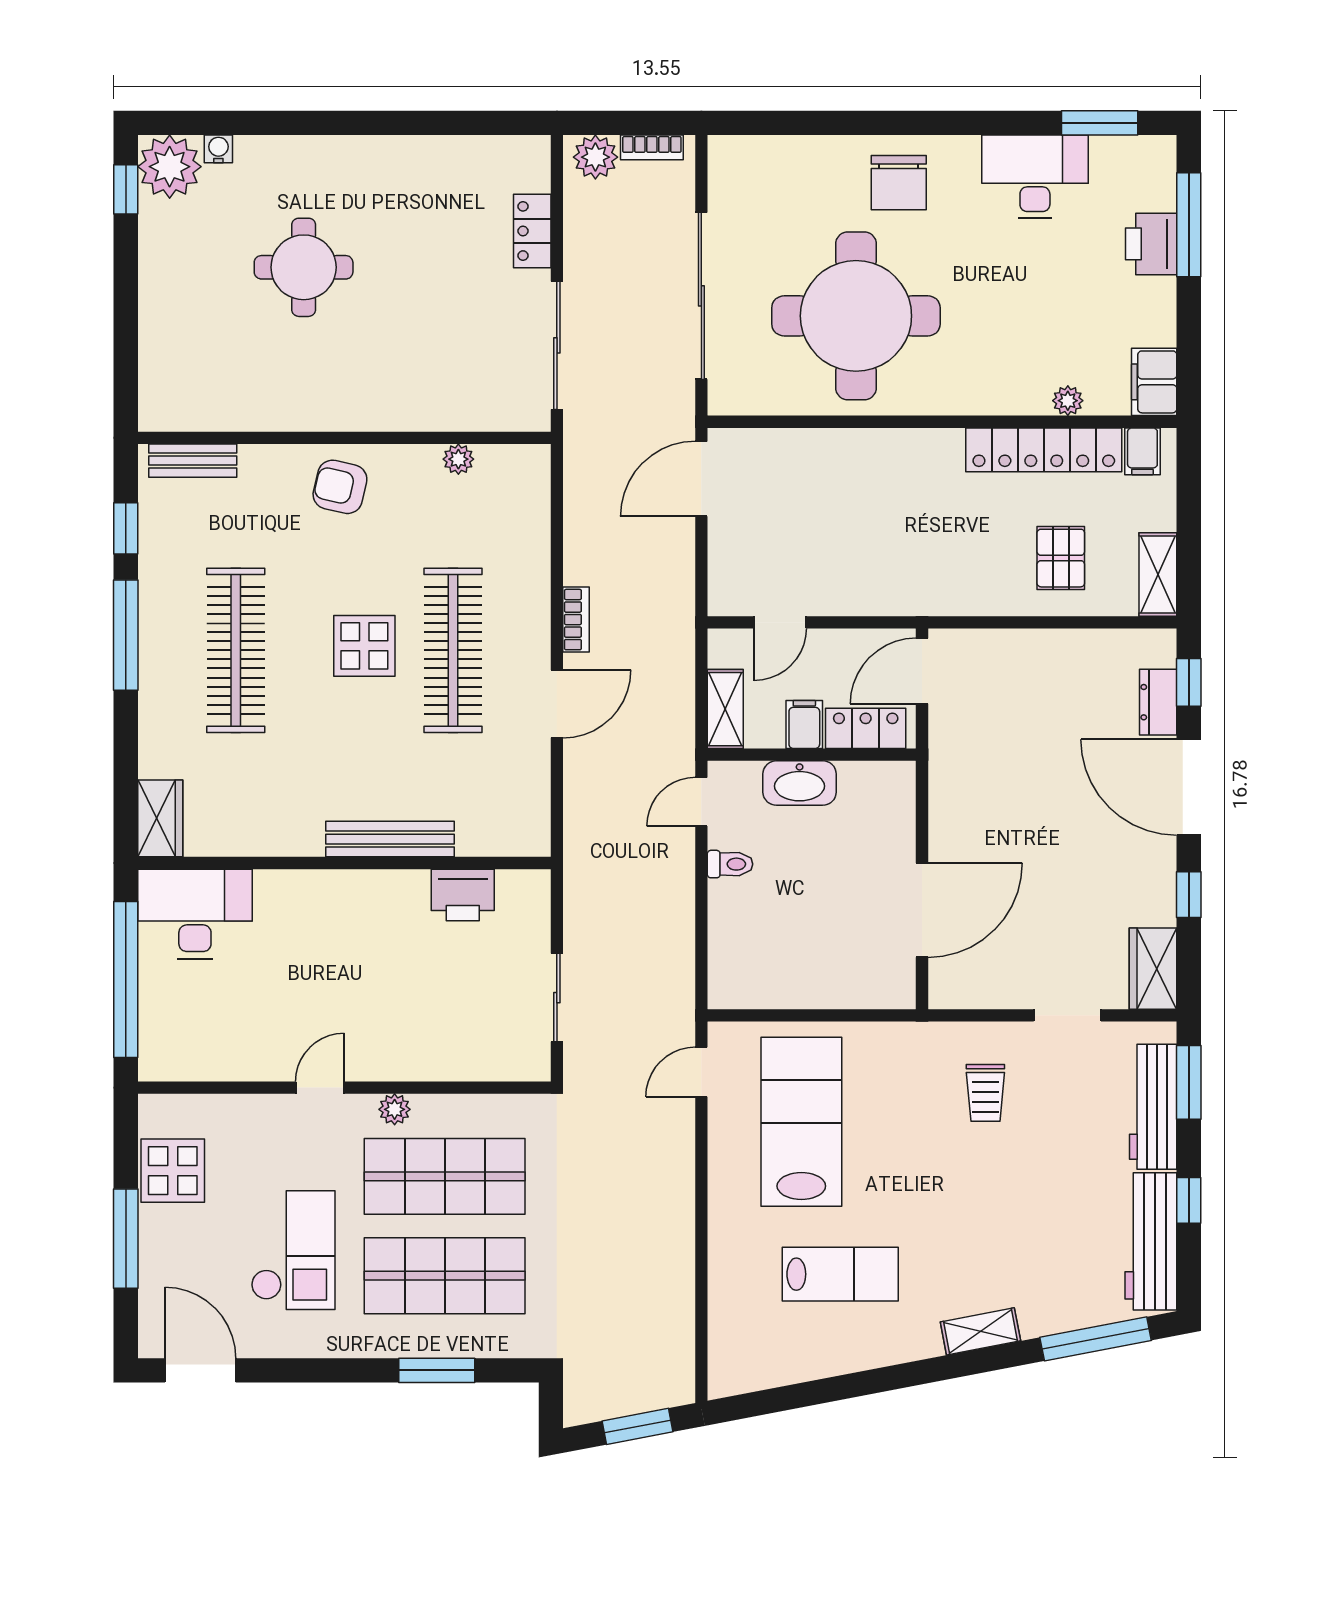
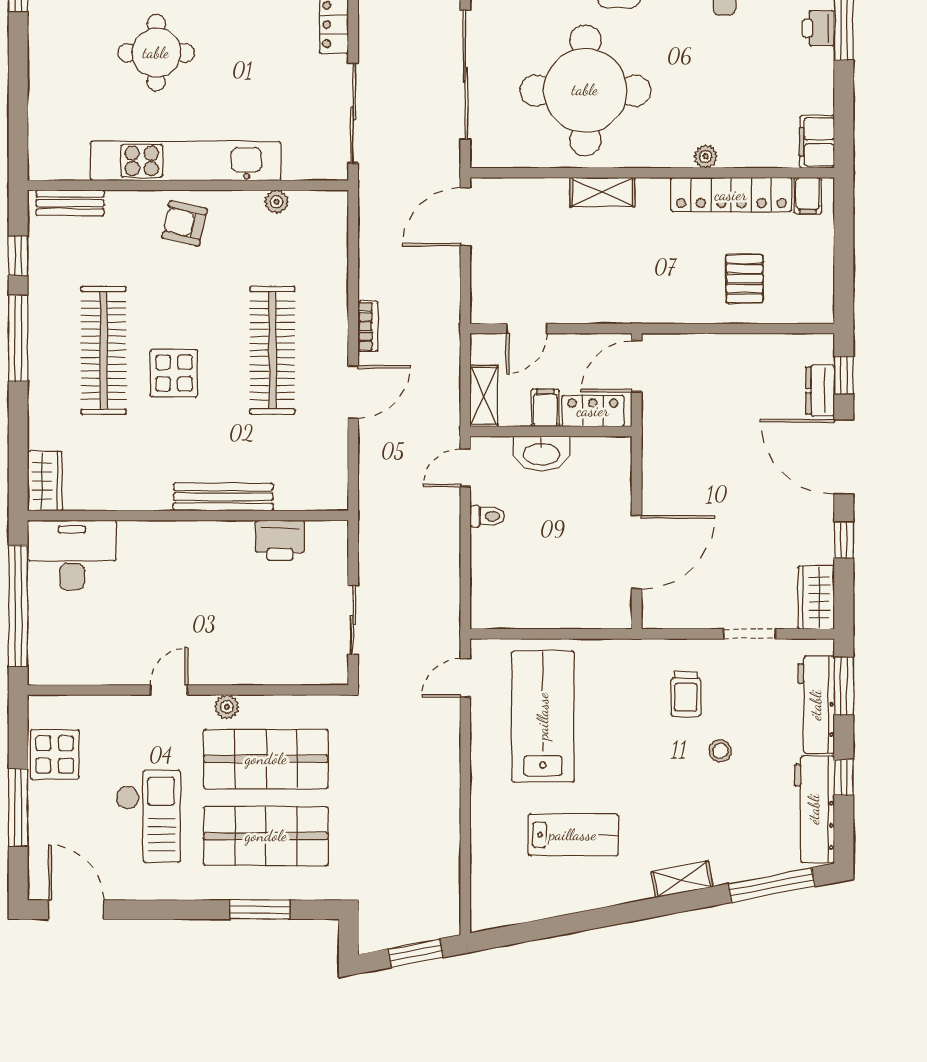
printer: (1151, 244) -> (819, 28), width x0.73, depth x0.81
plant: (1068, 401) -> (706, 156), moved
kitchen unit: (341, 406) -> (186, 161), added
shelving: (1158, 574) -> (602, 192), moved, turned 90
display table: (364, 646) -> (174, 373), moved
stool: (1030, 1166) -> (720, 751), added

